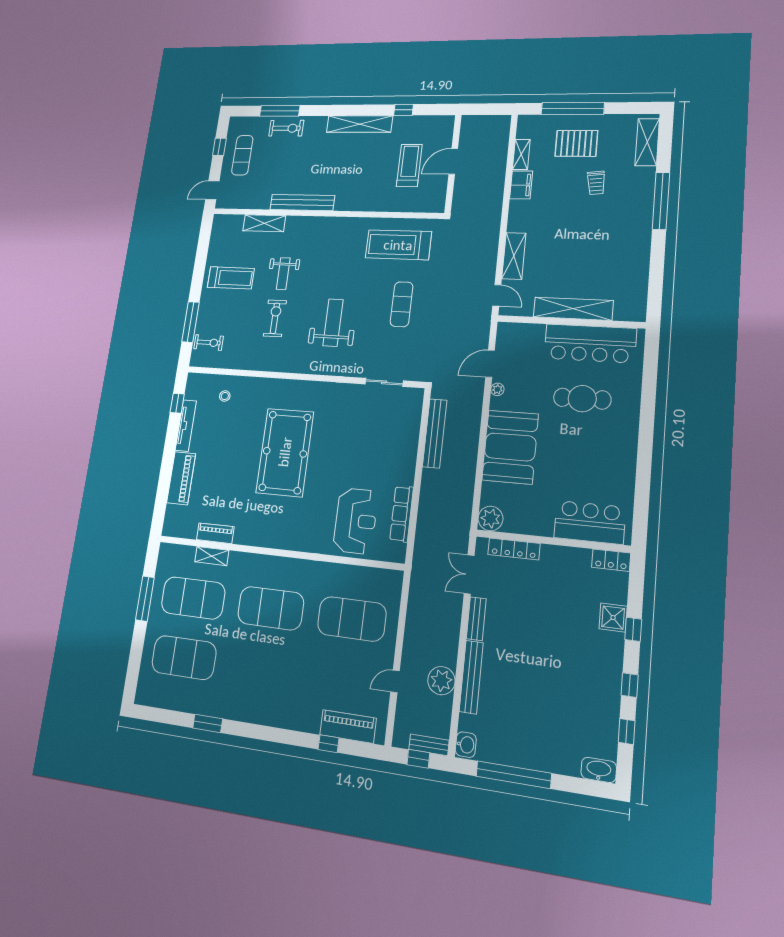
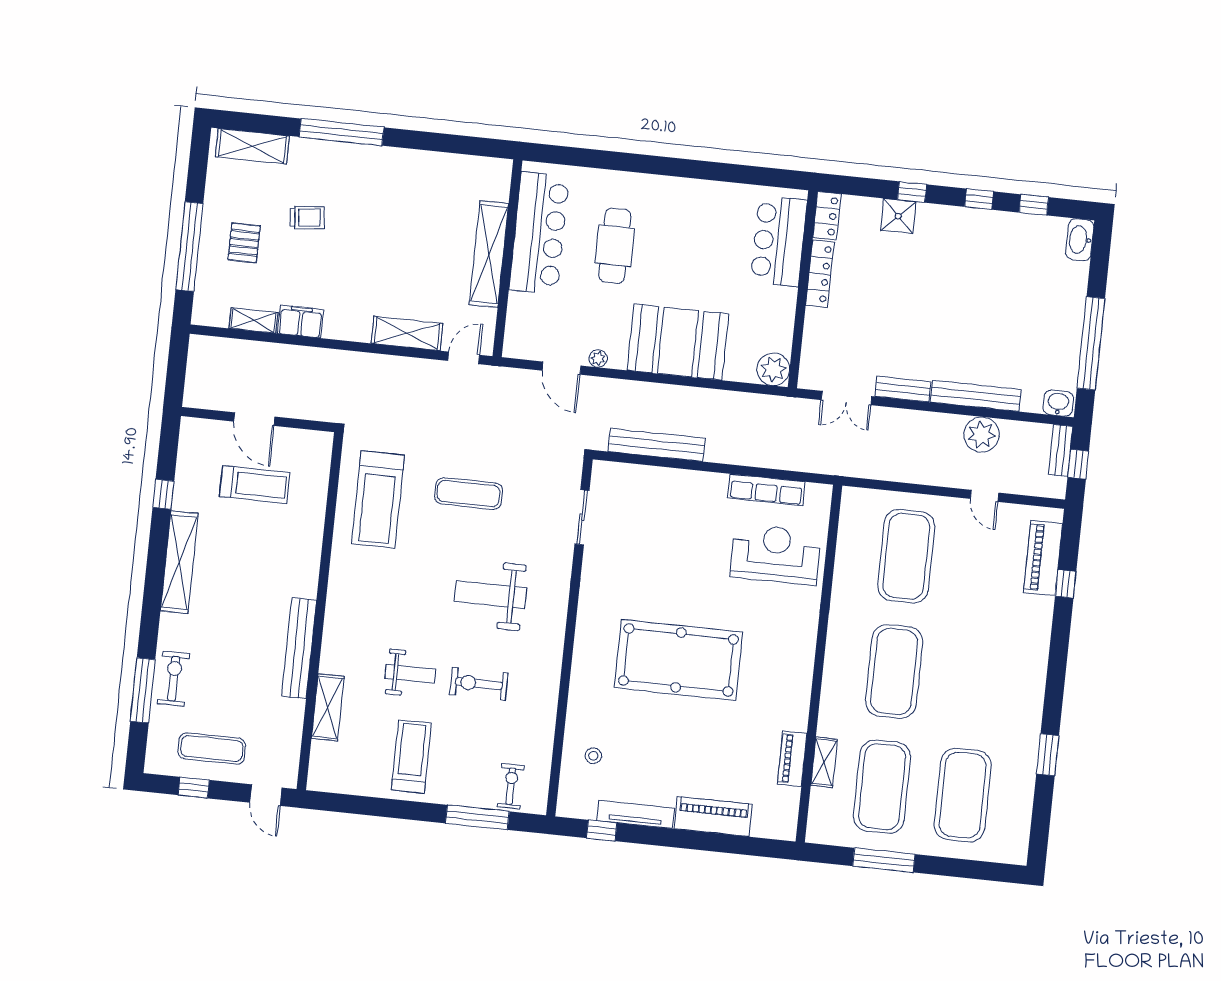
pallet: (576, 143) -> (244, 243), width x0.67, depth x0.71
treadmill: (409, 165) -> (255, 484), turned 180
locker: (514, 549) -> (820, 274), moved

